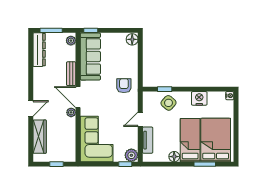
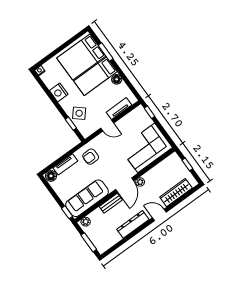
dresser: (39, 50) -> (133, 224), moved
tv unit: (133, 59) -> (65, 164), added
plant: (131, 155) -> (139, 113), removed

